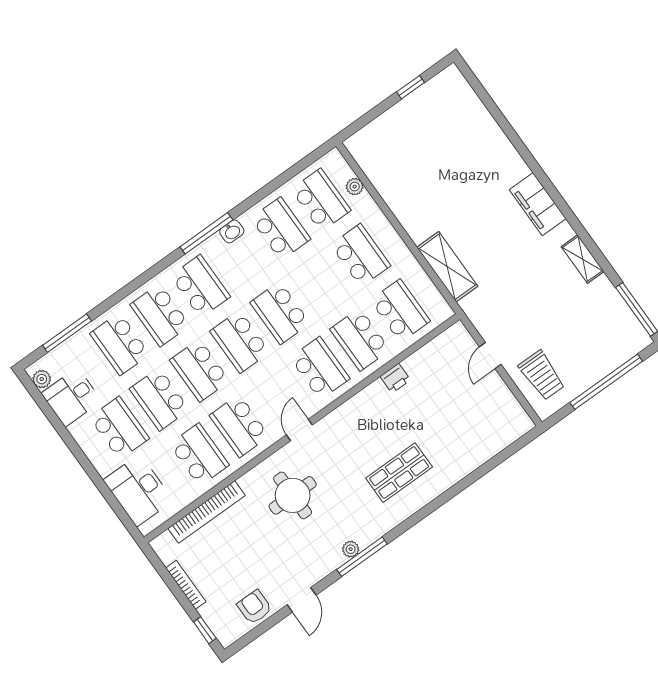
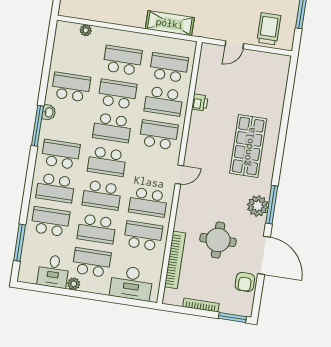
school desk: (321, 200) -> (117, 94), moved
school desk: (120, 344) -> (50, 222), turned 180
door: (490, 356) -> (234, 45), hinge flipped
trolley: (542, 375) -> (269, 29), turned -90
plant: (42, 379) -> (74, 284), moved
door: (299, 430) -> (179, 175), swing flipped
shop shelf: (399, 473) -> (248, 146), width x1.43, depth x1.36
round table: (293, 495) -> (218, 240), moved
plant: (351, 549) -> (258, 206), width x1.88, depth x1.88
door: (302, 600) -> (264, 255), width x1.88
armchair: (254, 607) -> (245, 282), turned -90
window: (205, 630) -> (232, 318), width x1.50

